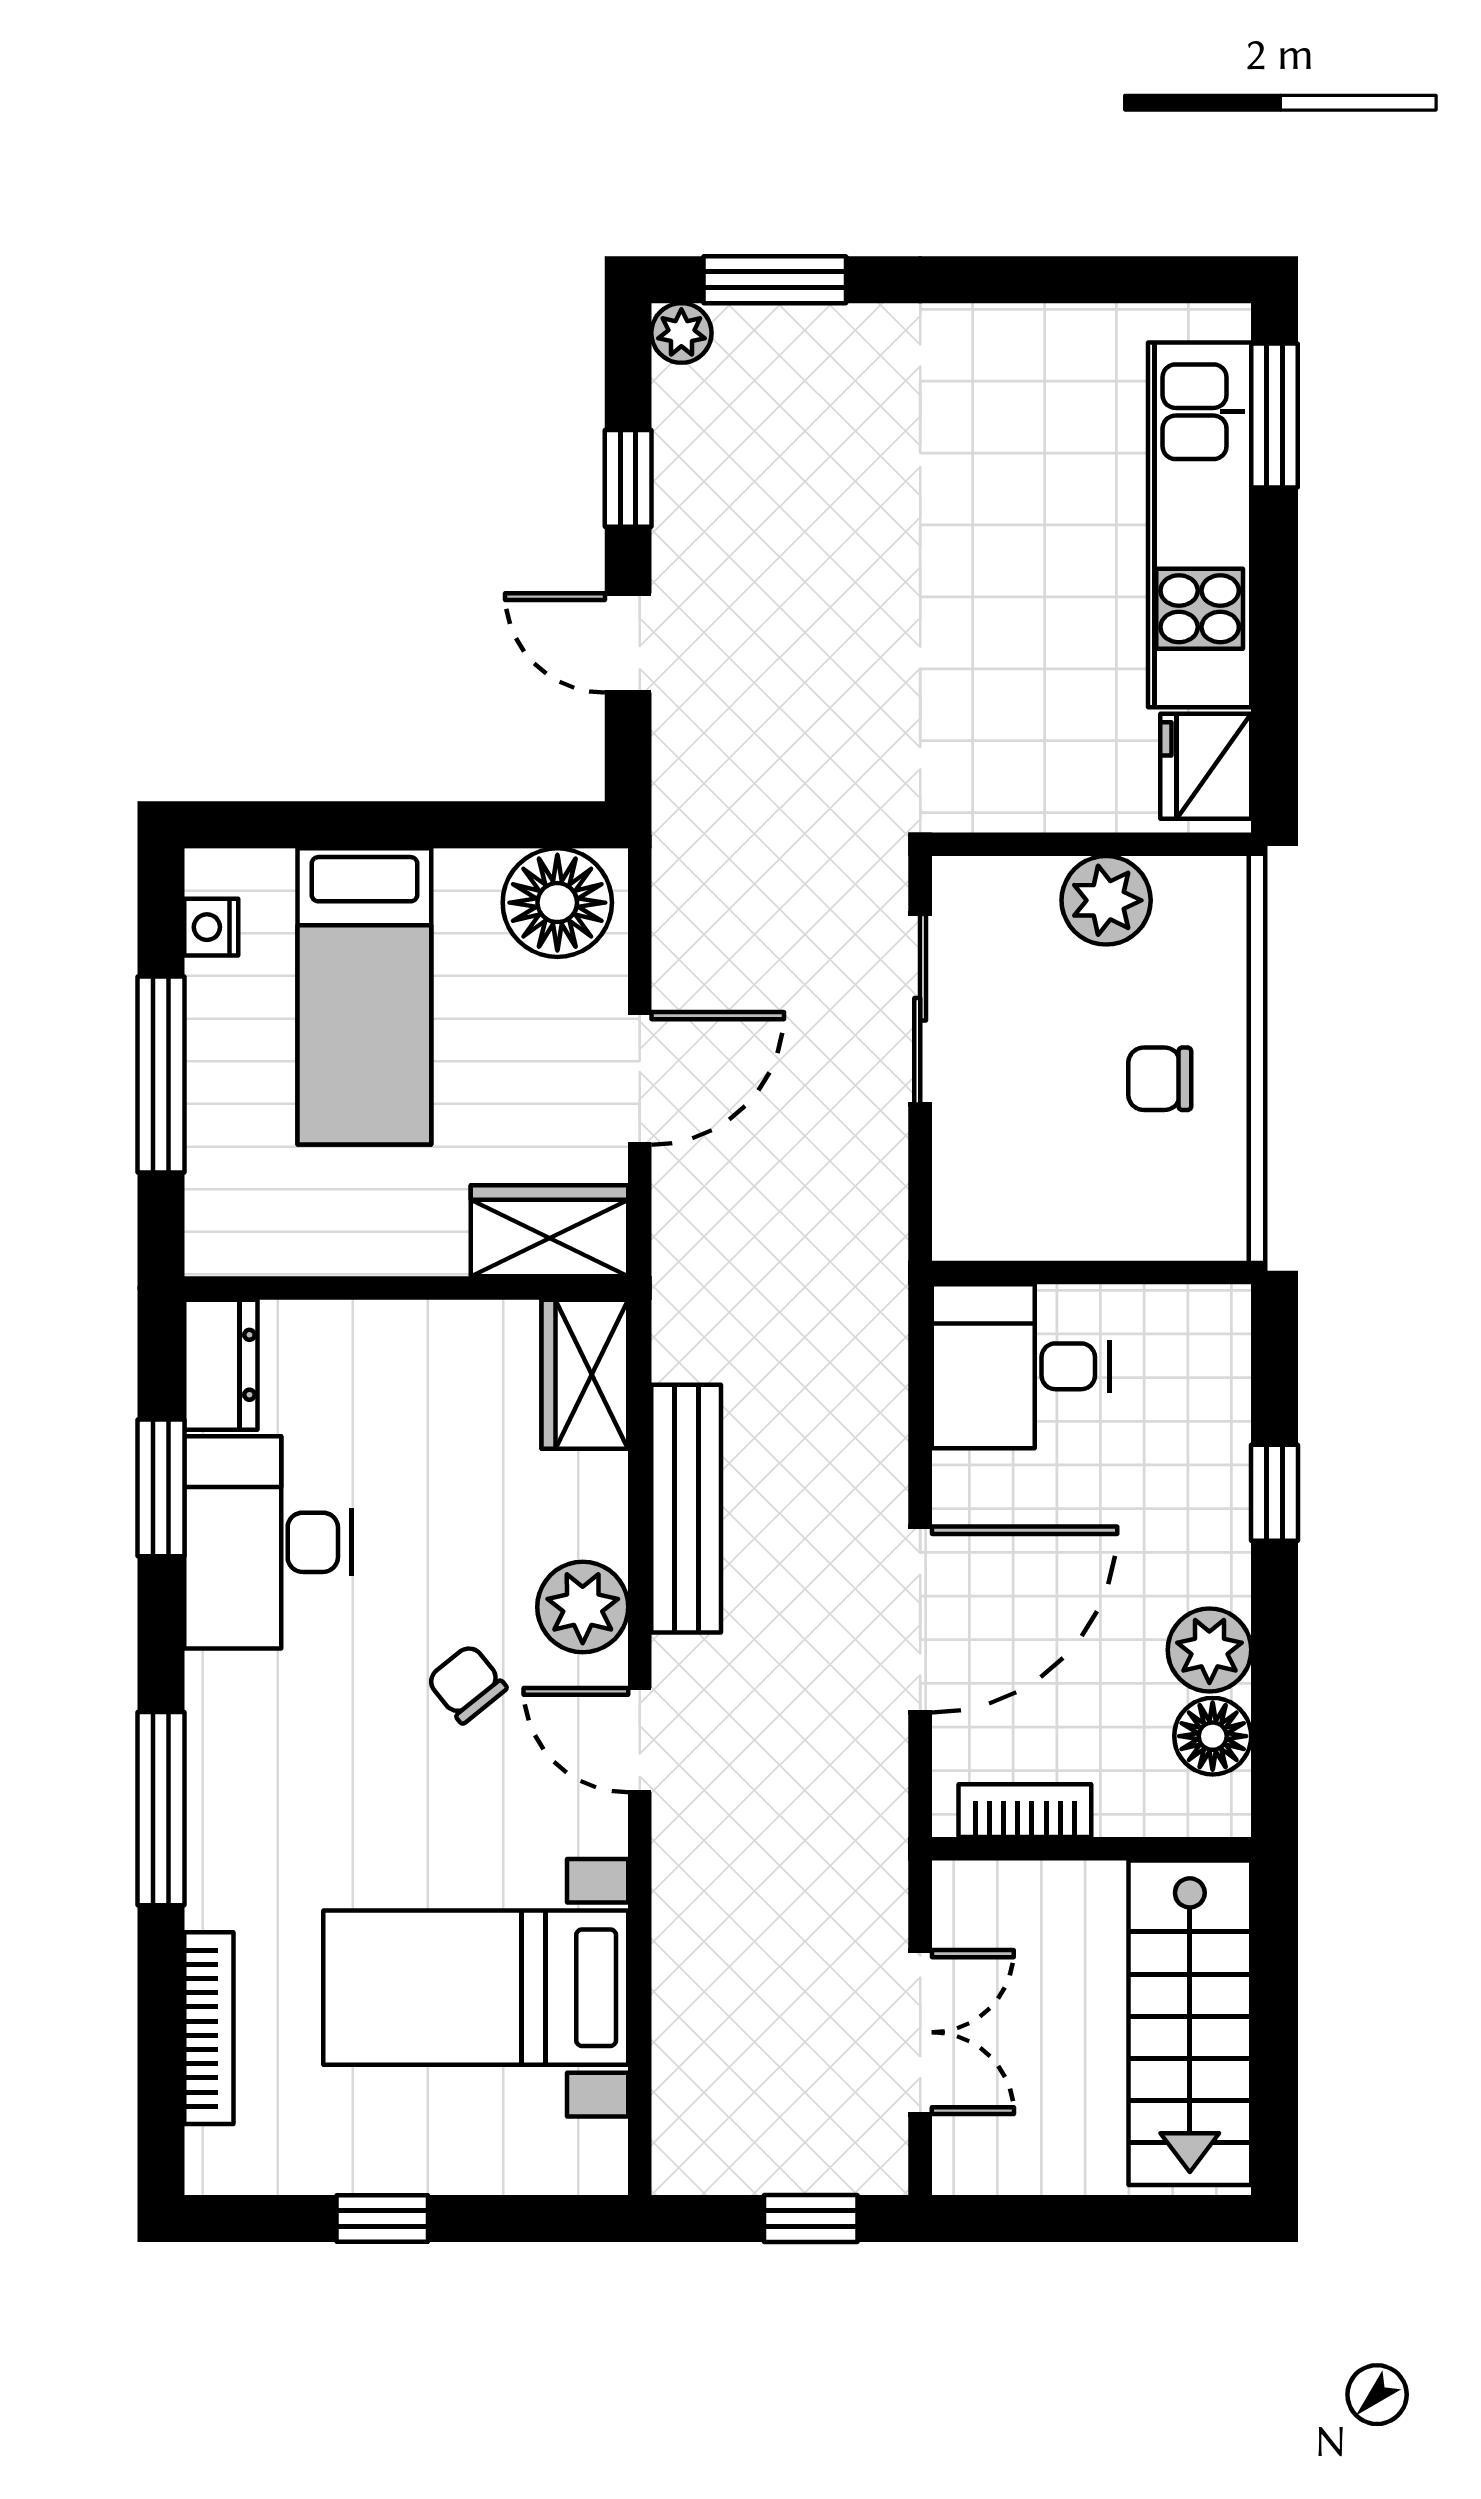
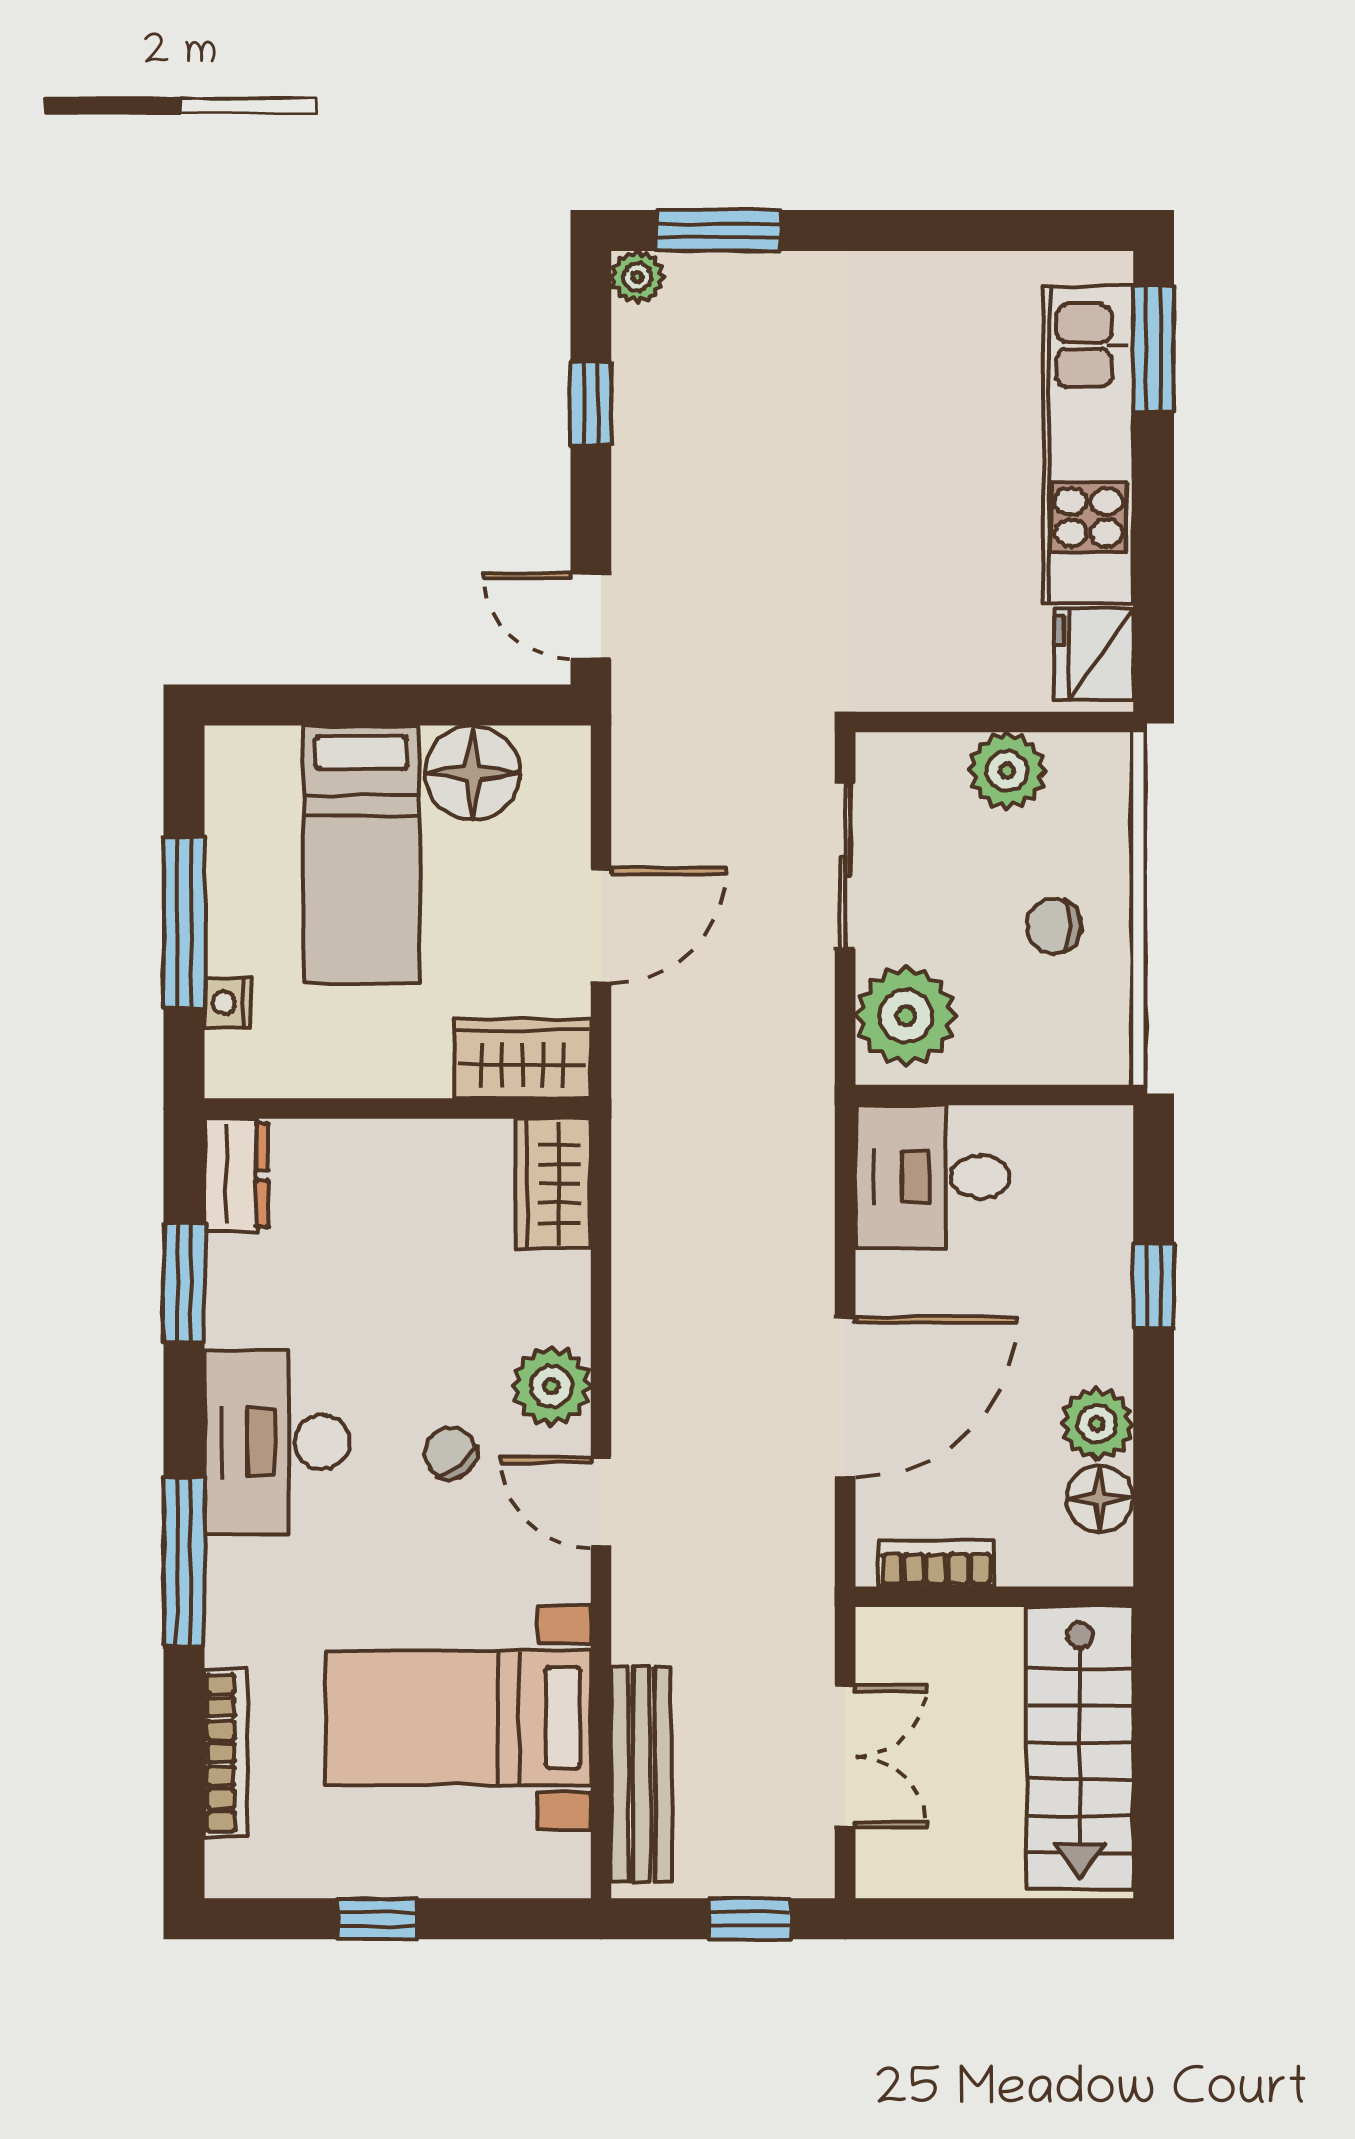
door: (628, 643) -> (591, 616), moved
floor lamp: (557, 903) -> (472, 773), moved
nightstand: (211, 927) -> (228, 1003), moved
plant: (990, 1182) -> (906, 1016), added
bench: (686, 1509) -> (641, 1774), moved
desk: (268, 1542) -> (277, 1442), moved

